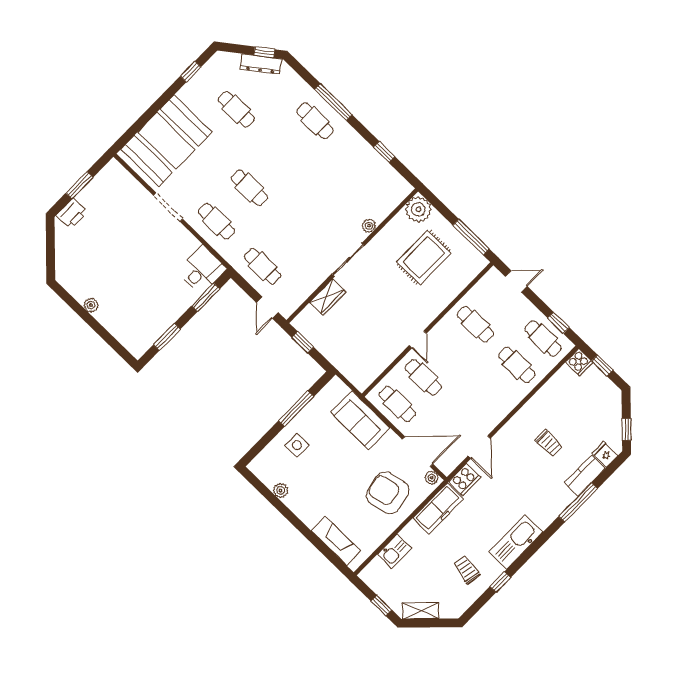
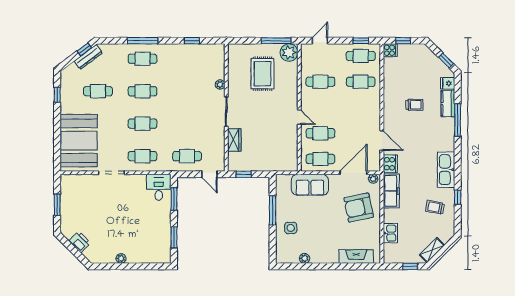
cafe table: (282, 154) -> (142, 91), added
plant: (418, 209) -> (289, 53), moved
printer: (72, 214) -> (80, 242), moved, turned -45

